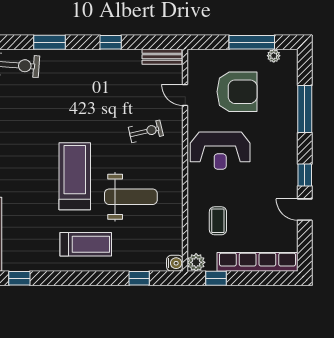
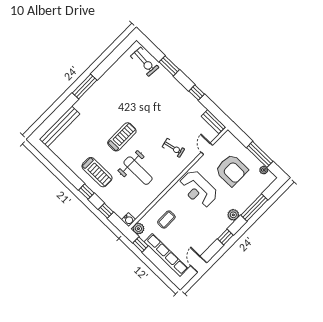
plant: (289, 141) -> (233, 215), added
treadmill: (75, 176) -> (122, 137), width x0.73, depth x0.73
door: (305, 210) -> (199, 264), moved
window: (19, 278) -> (86, 192), moved

